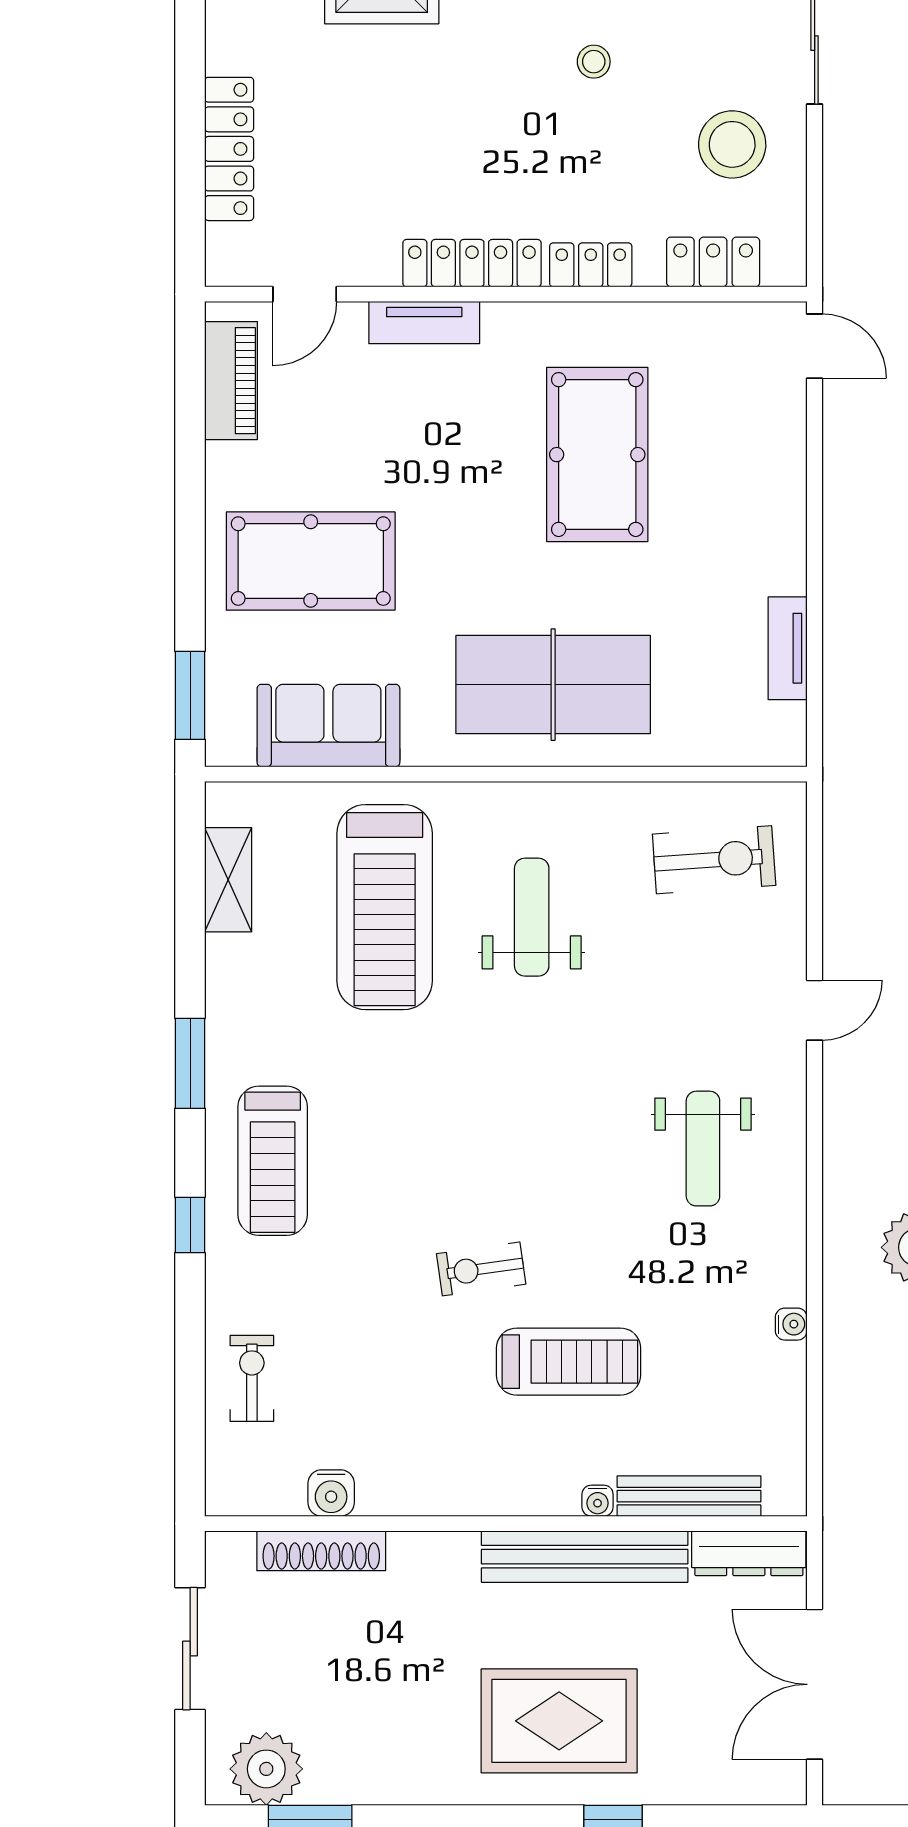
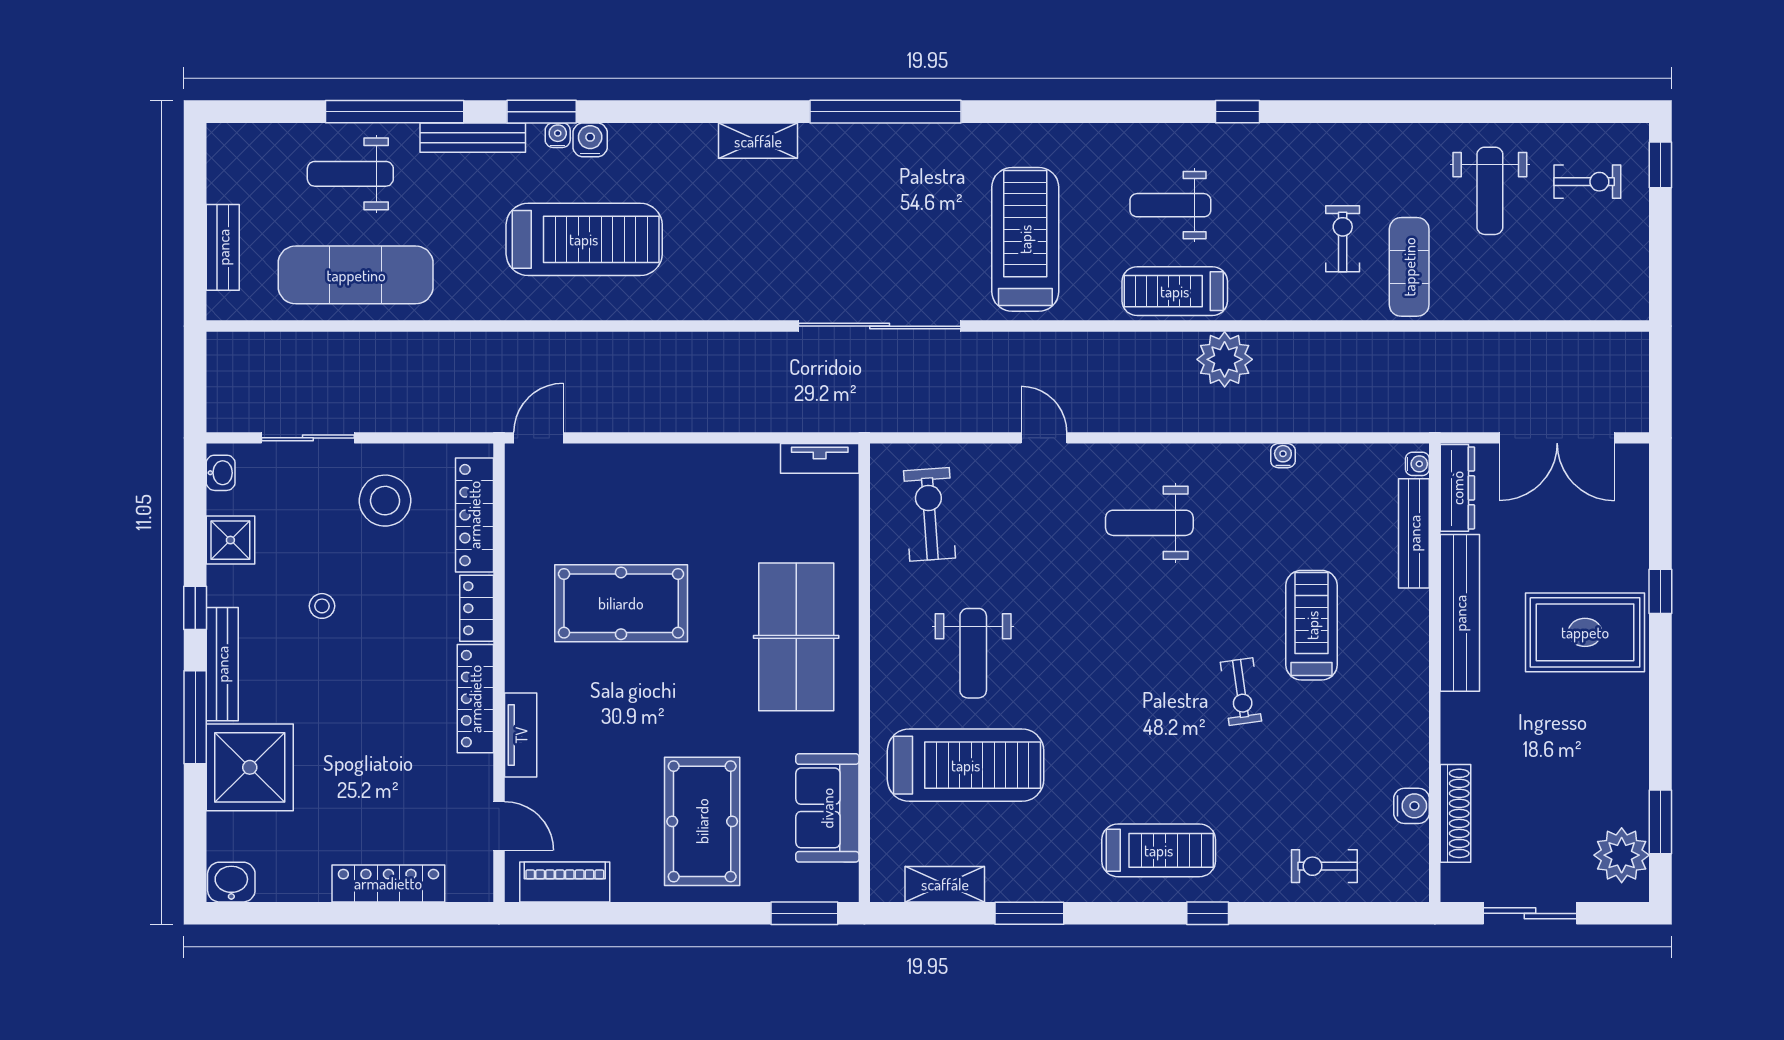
locker: (713, 262) -> (474, 515), width x1.53
tv unit: (788, 648) -> (820, 458), moved
weight bench: (532, 917) -> (973, 653), turned -90
window: (190, 1063) -> (1029, 913), moved
weight bench: (703, 1149) -> (1149, 523), turned 180
water cooler: (598, 1501) -> (1417, 464), moved
rug: (559, 1721) -> (1585, 632), turned 90

